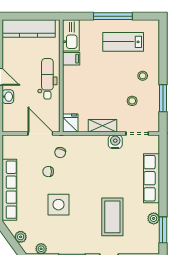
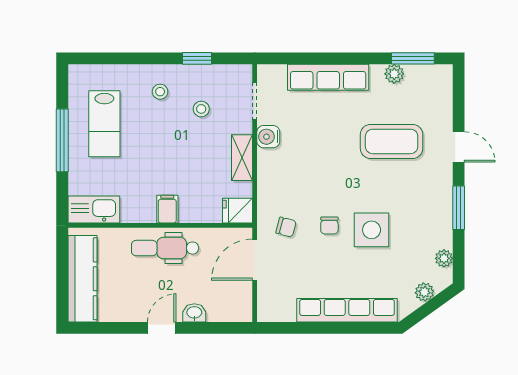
filing cabinet: (71, 59) -> (167, 209), moved
window: (163, 98) -> (197, 58), width x0.67
chair: (48, 172) -> (329, 225), moved

